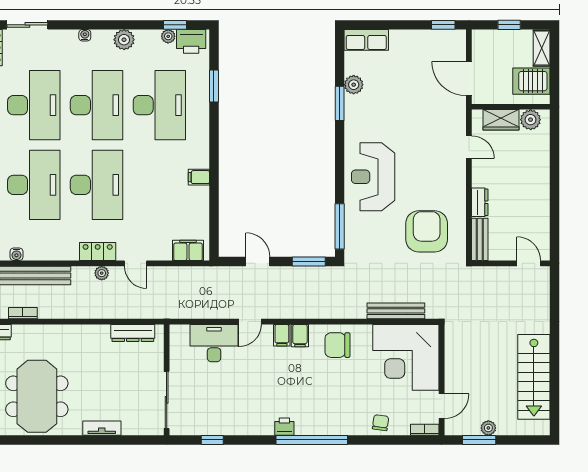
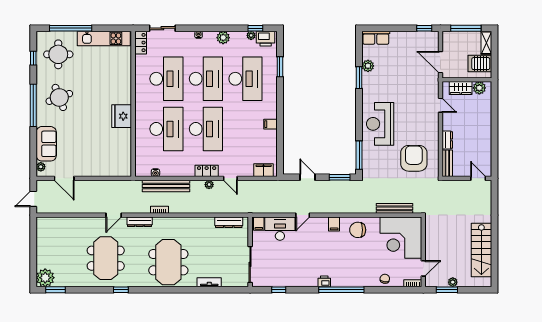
window: (509, 25) -> (466, 28), width x2.17
filing cabinet: (282, 335) -> (259, 224), moved

